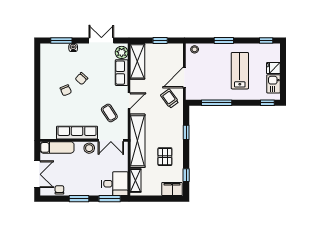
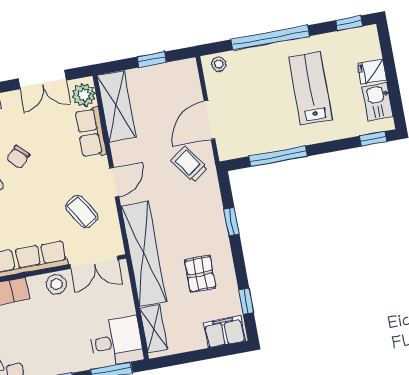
double door: (101, 41) -> (42, 80), swing flipped
window: (224, 41) -> (270, 38), width x2.11

